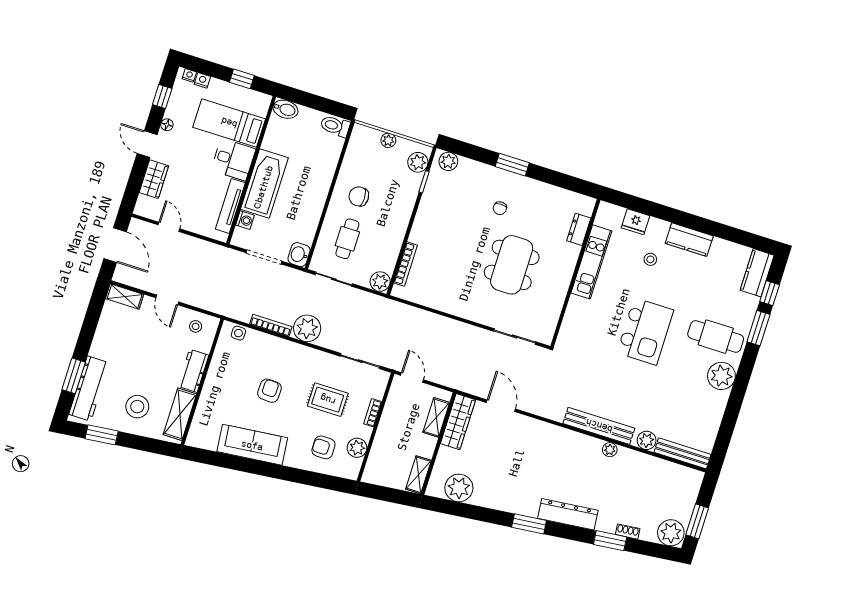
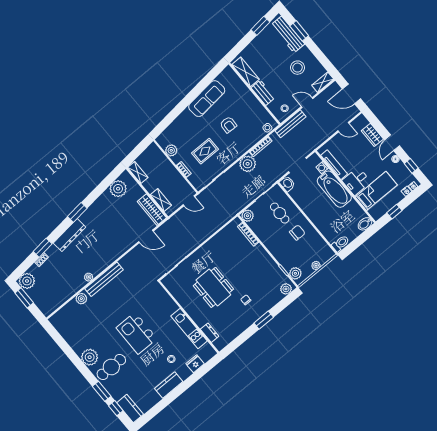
door: (147, 144) -> (392, 143), swing flipped
stool: (137, 407) -> (297, 68), moved
armchair: (323, 447) -> (182, 134), removed
bench: (682, 453) -> (290, 124), moved

